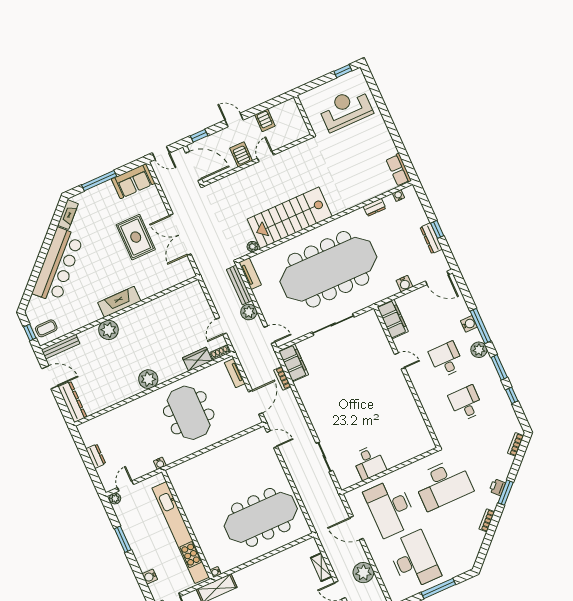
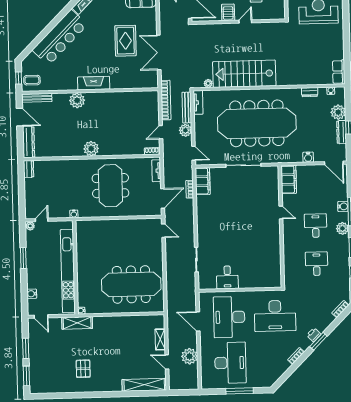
plant: (417, 217) -> (338, 112), added
bookcase: (211, 286) -> (166, 100), added
wardrobe: (197, 359) -> (133, 149), removed
dresser: (96, 456) -> (29, 169), moved

